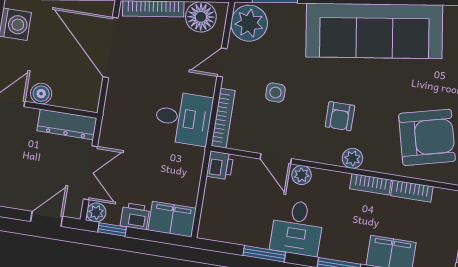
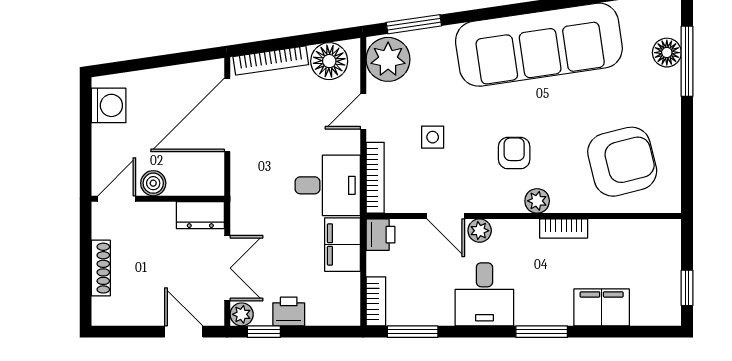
door: (111, 48) -> (227, 115), hinge flipped
armchair: (340, 116) -> (514, 153), turned 180
dresser: (67, 124) -> (200, 215), width x0.70
bookcase: (412, 191) -> (376, 301), moved, turned -90
door: (47, 219) -> (184, 332), hinge flipped
filing cabinet: (172, 219) -> (342, 245), moved, turned -90
window: (264, 254) -> (413, 332), moved

